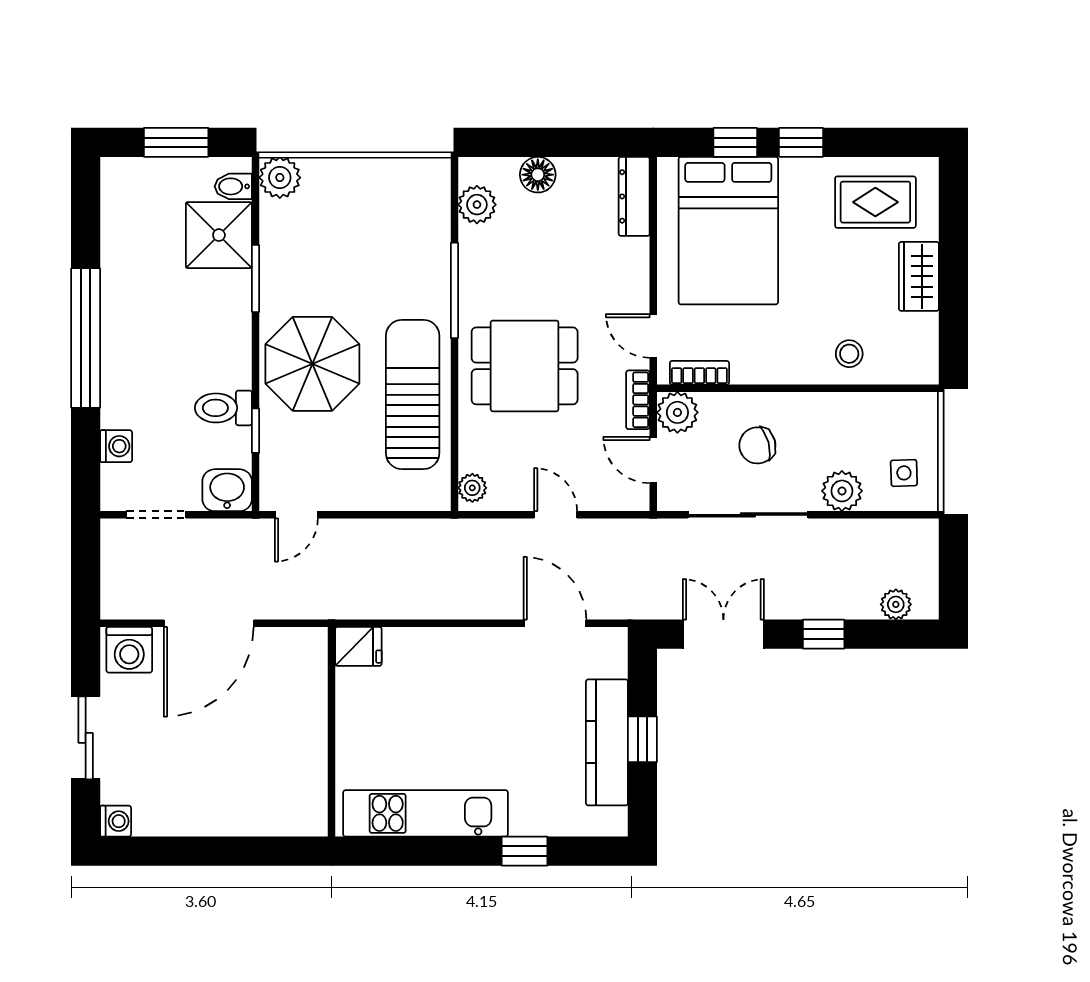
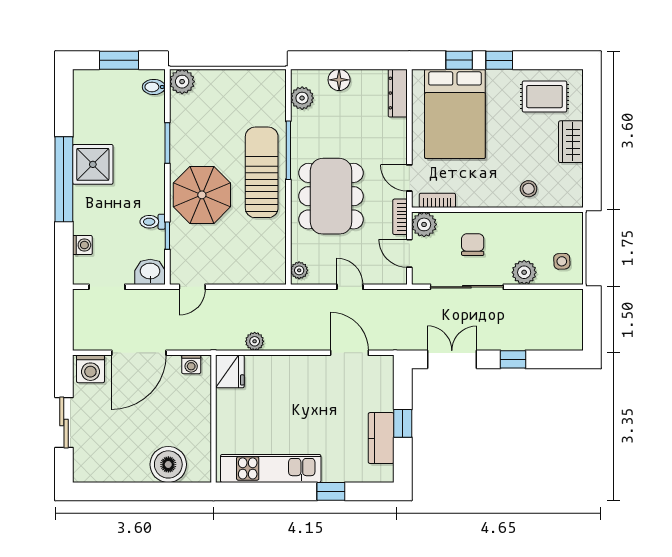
shower: (219, 235) -> (93, 164), moved
dining table: (525, 366) -> (331, 196), width x1.37
sun lounger: (413, 394) -> (262, 172), moved
toilet: (223, 408) -> (153, 222), width x0.73, depth x0.72
chair: (757, 445) -> (473, 245), turned 105
plant: (896, 604) -> (255, 341), moved
fridge: (358, 646) -> (230, 371), width x1.38
kitchen counter: (607, 742) -> (381, 438), width x0.67
boiler: (257, 807) -> (168, 464), added
washing machine: (116, 821) -> (191, 364), moved, turned 90

